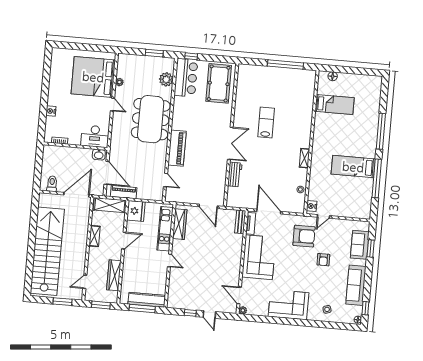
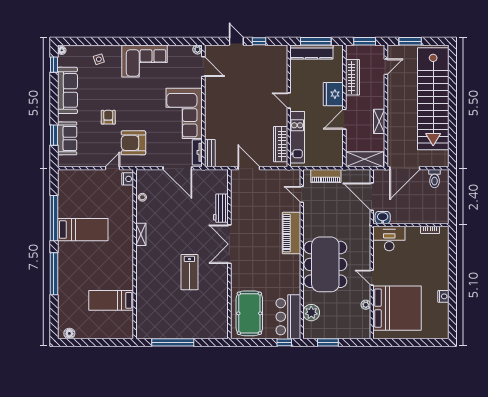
floor lamp: (333, 76) -> (69, 333), moved
nightstand: (51, 111) -> (443, 296), moved
piano: (124, 192) -> (326, 176), moved
fridge: (136, 211) -> (333, 94), moved

